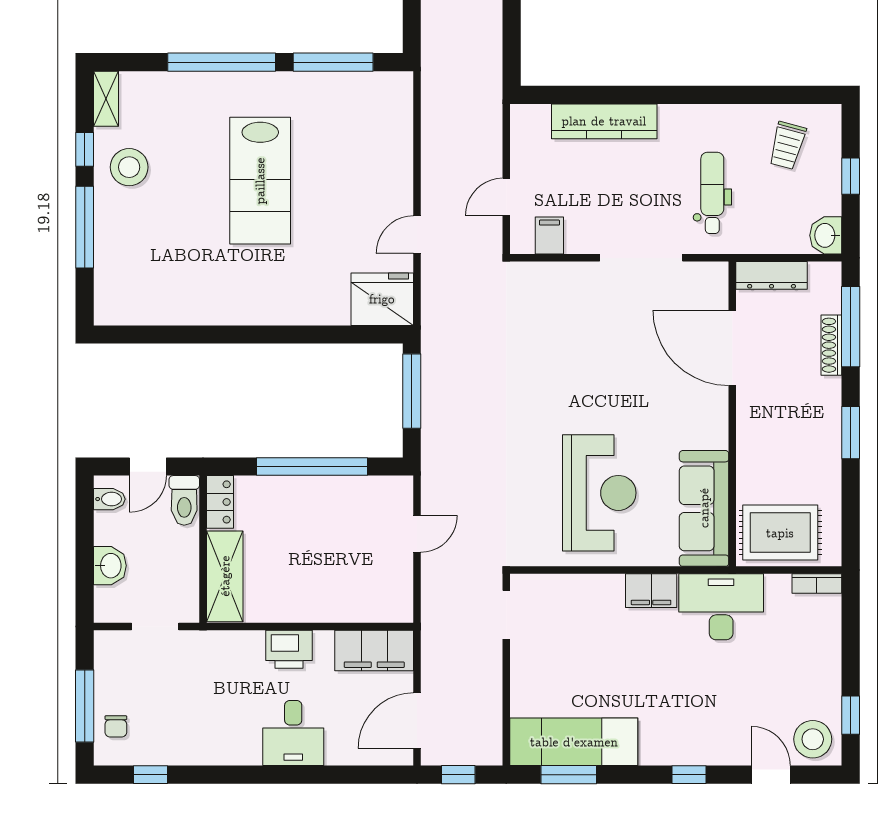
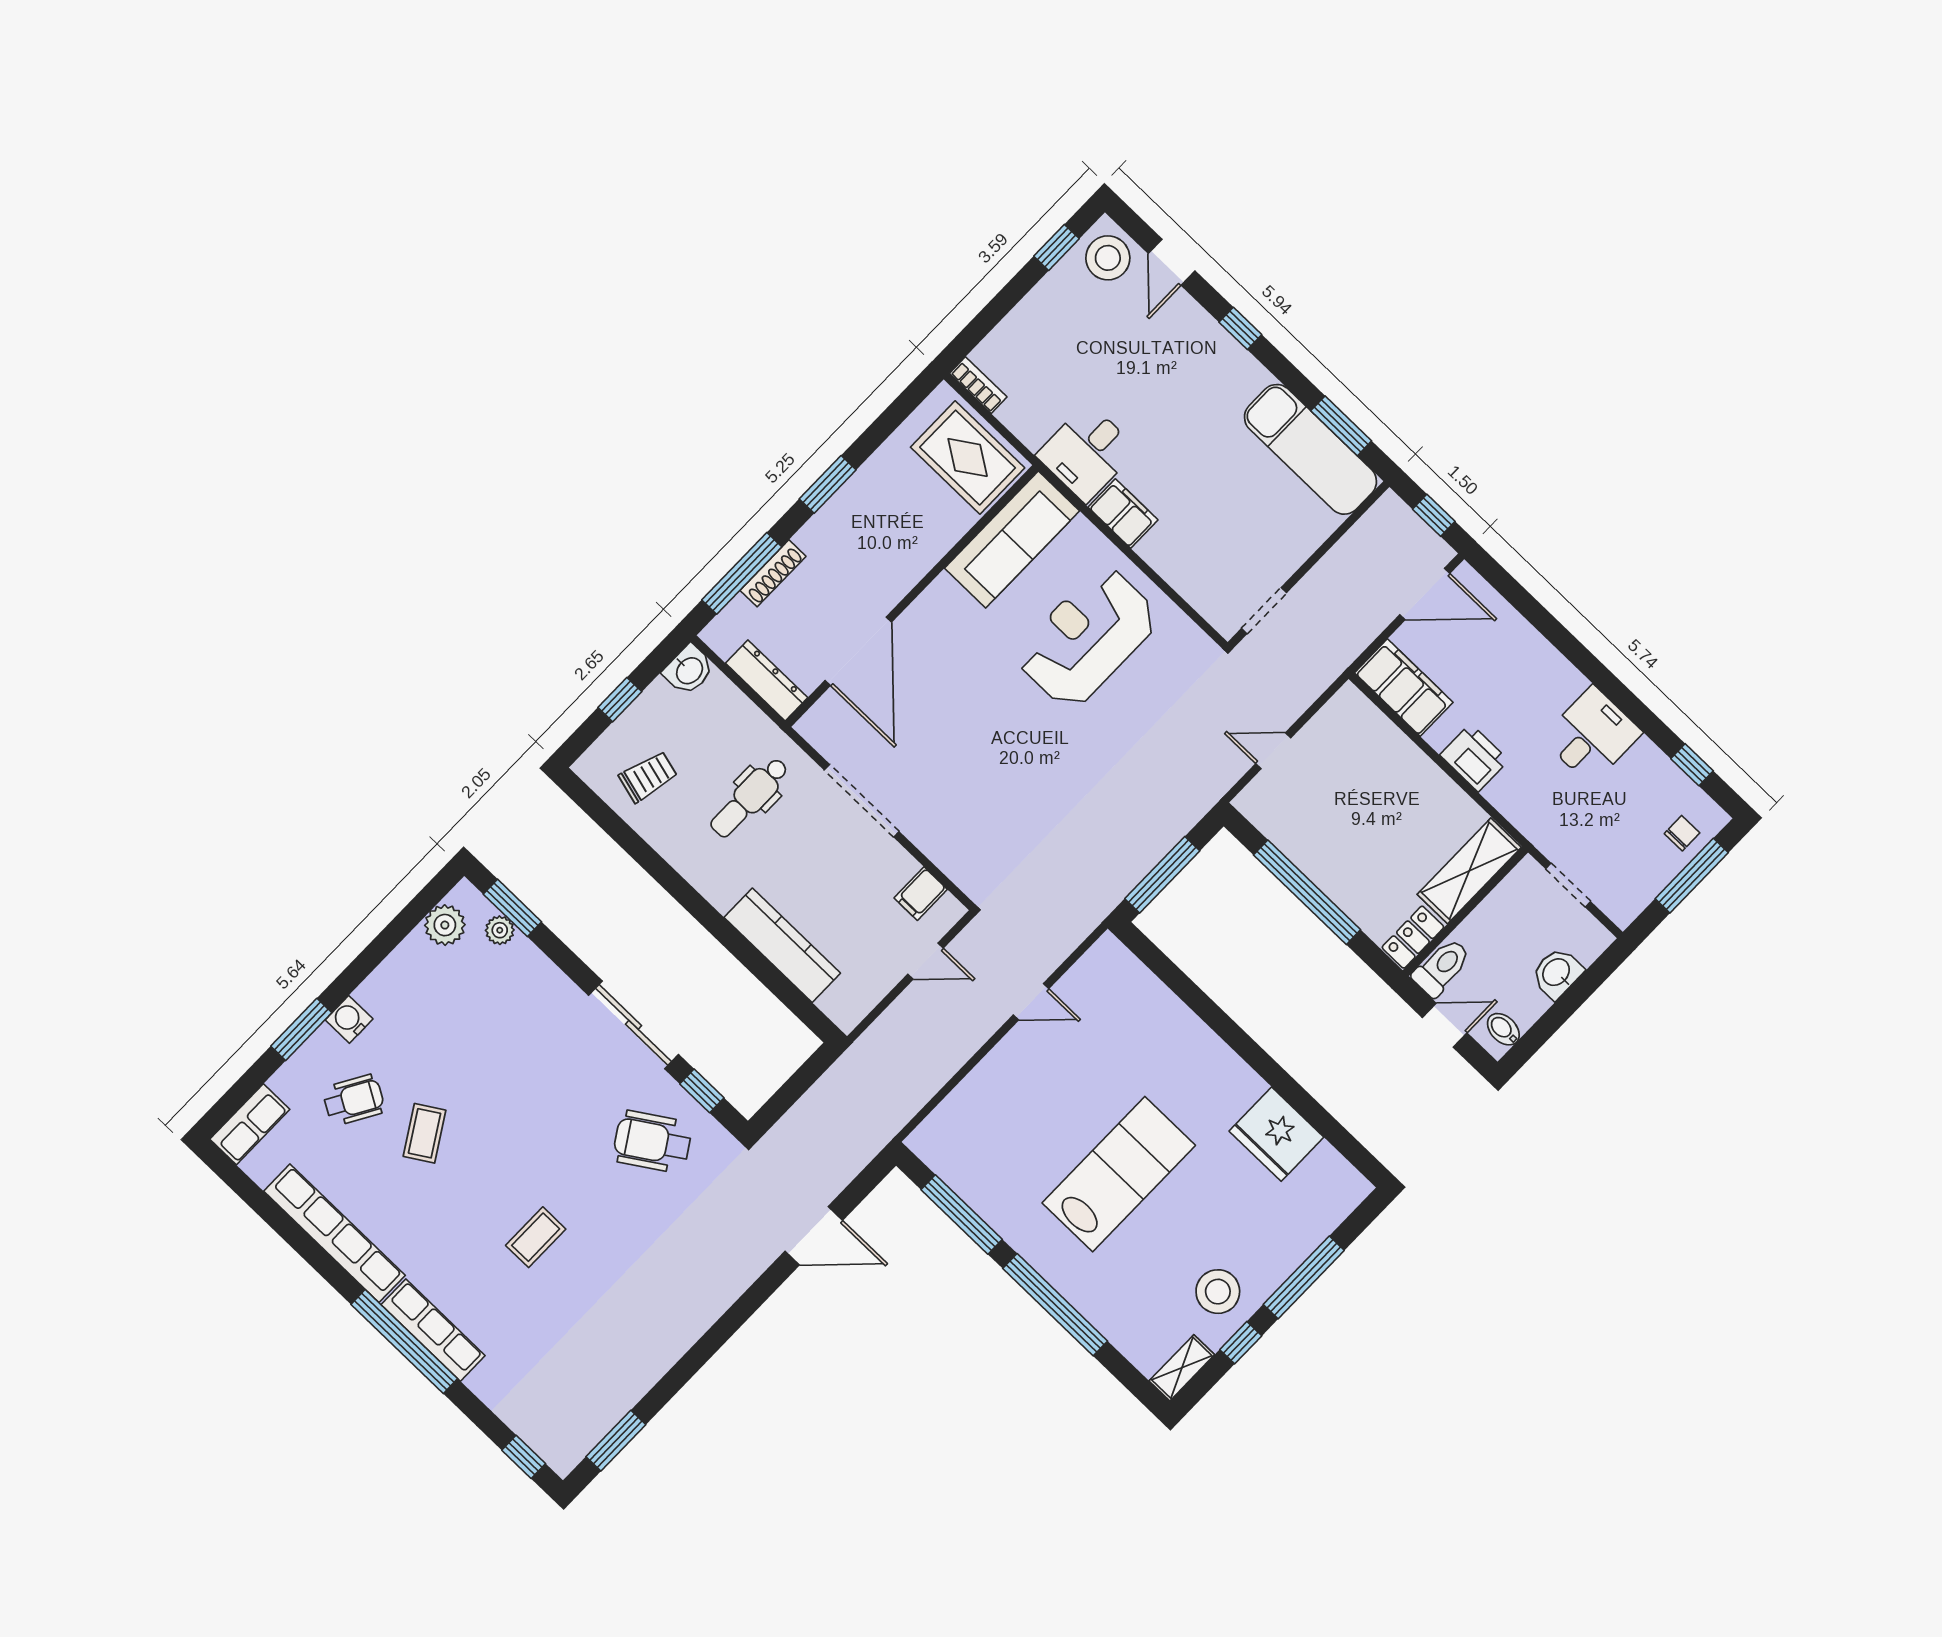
fridge: (382, 299) -> (1276, 1134), moved
desk: (721, 607) -> (1087, 453), width x0.73
desk: (293, 733) -> (1592, 735), moved

